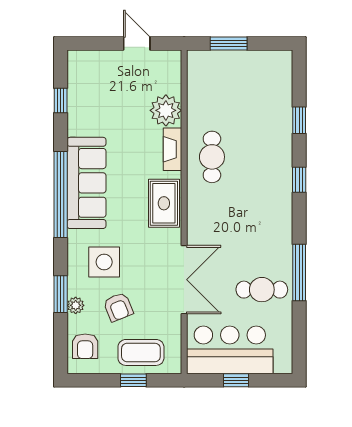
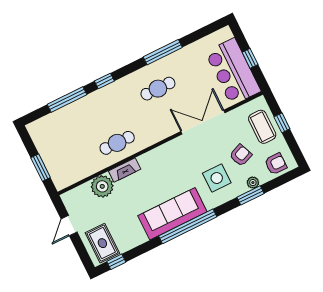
window: (61, 101) -> (116, 262), moved
window: (299, 120) -> (67, 99), width x2.17
rug: (164, 203) -> (102, 243), moved, turned 90
cafe table: (262, 290) -> (158, 89), moved, turned 90

